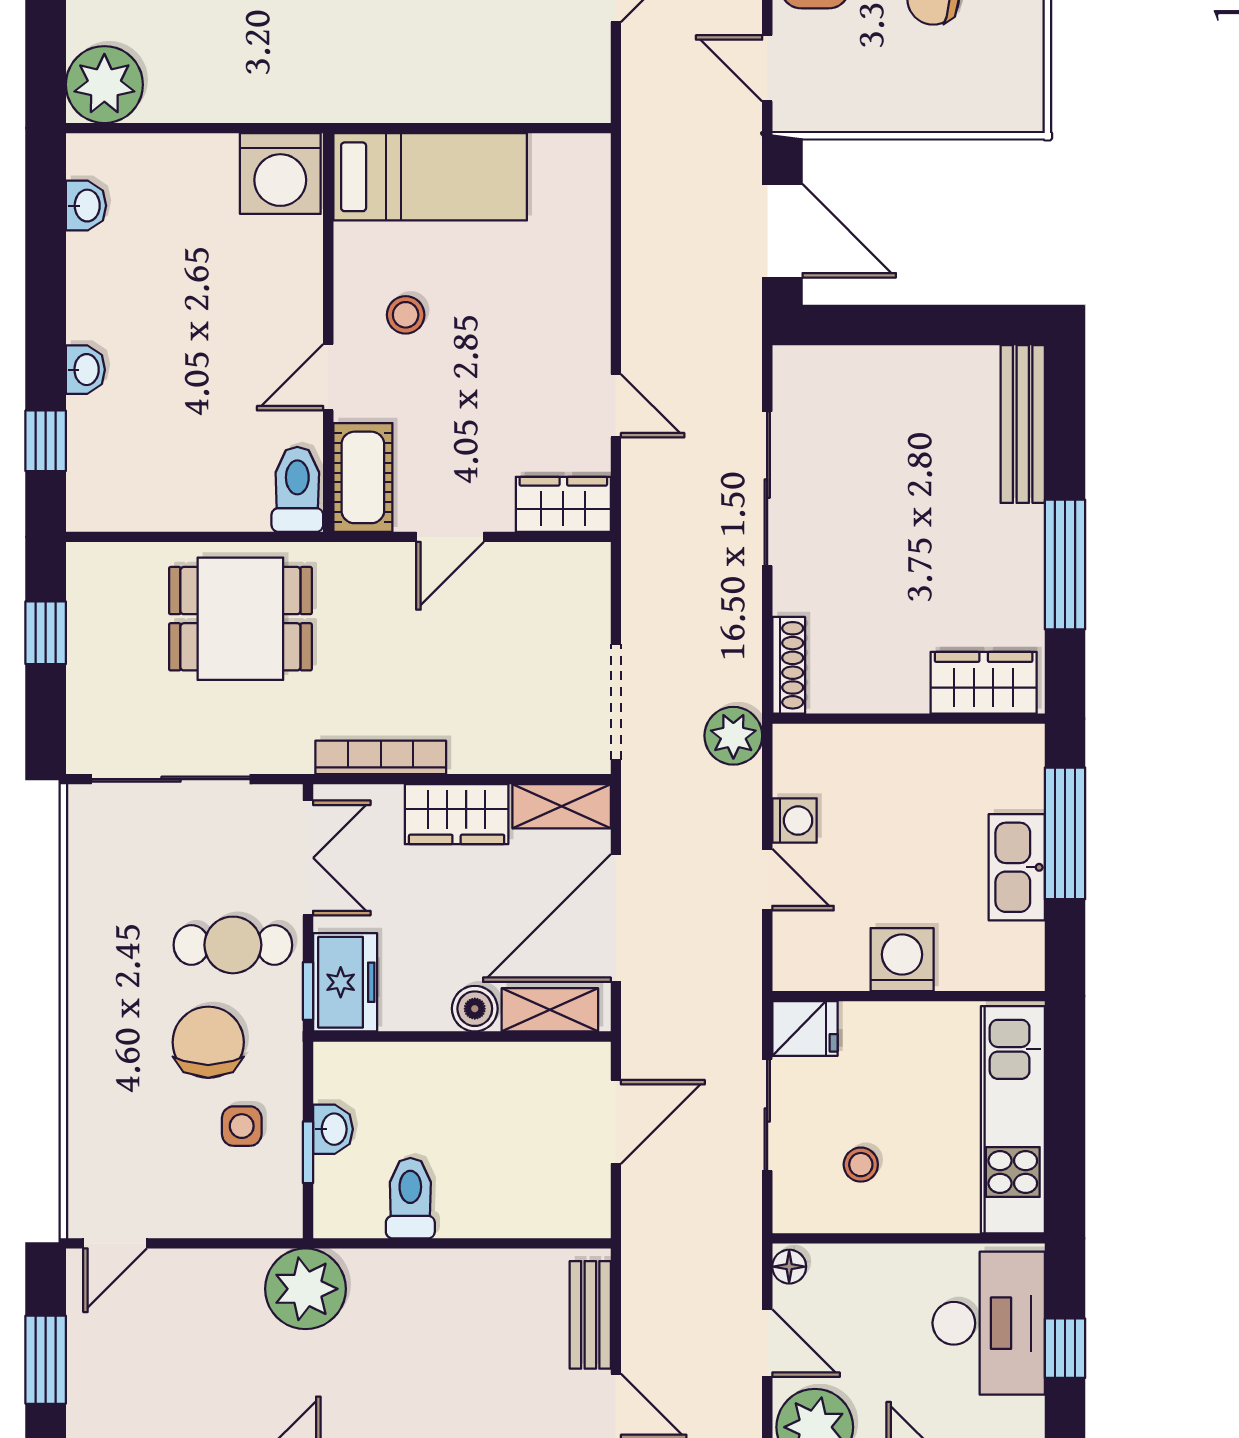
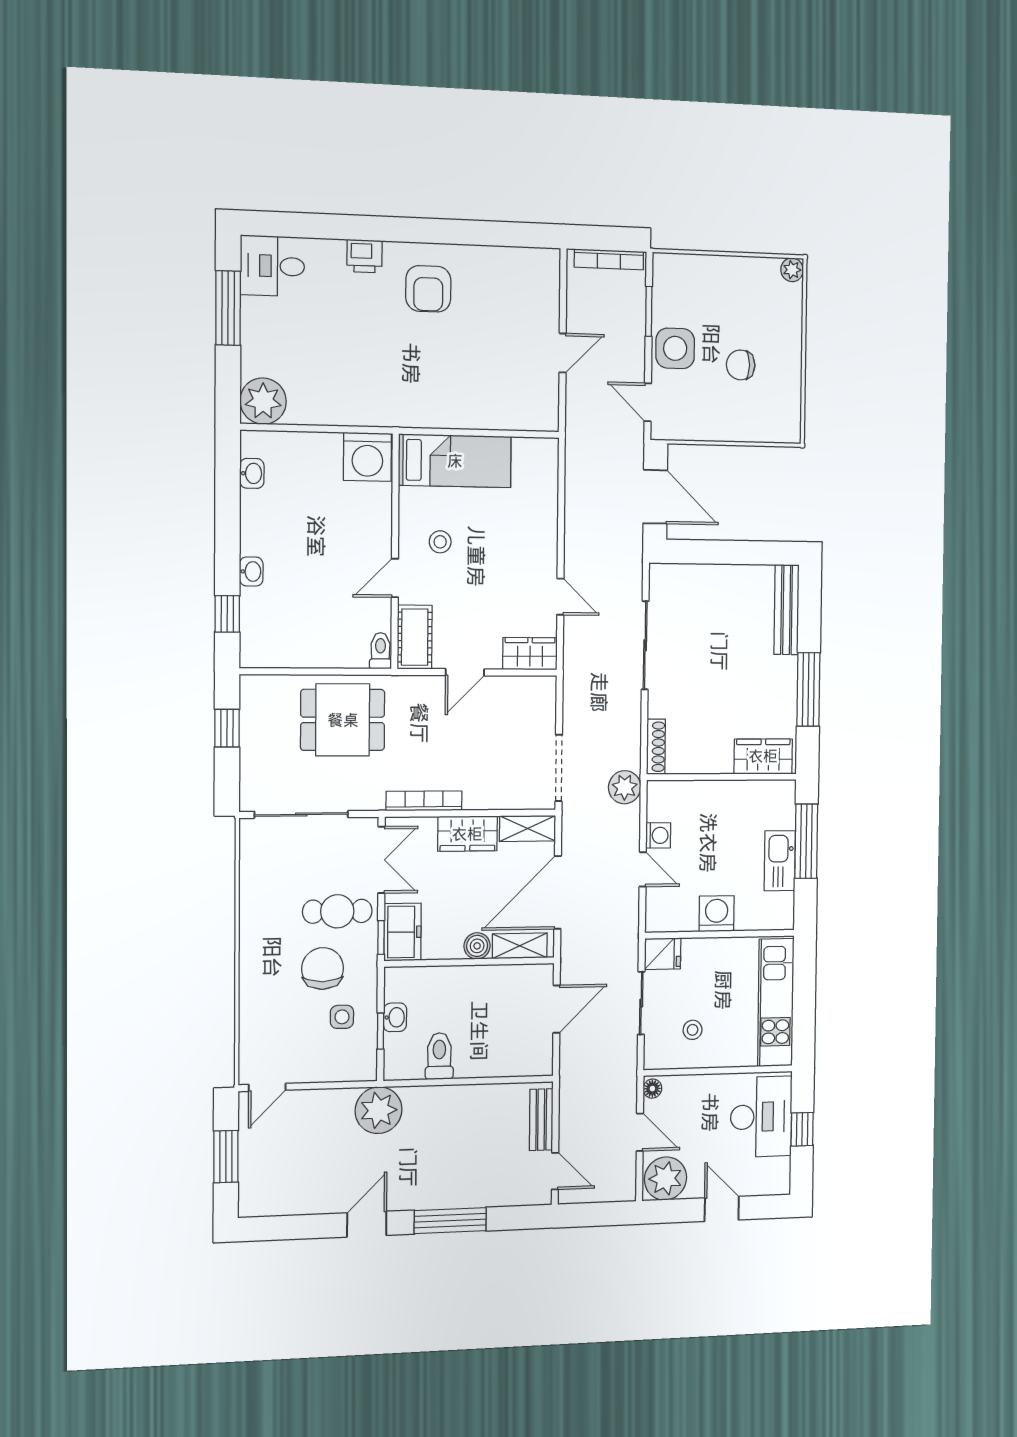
toilet: (297, 489) -> (380, 651), width x0.73, depth x0.72

